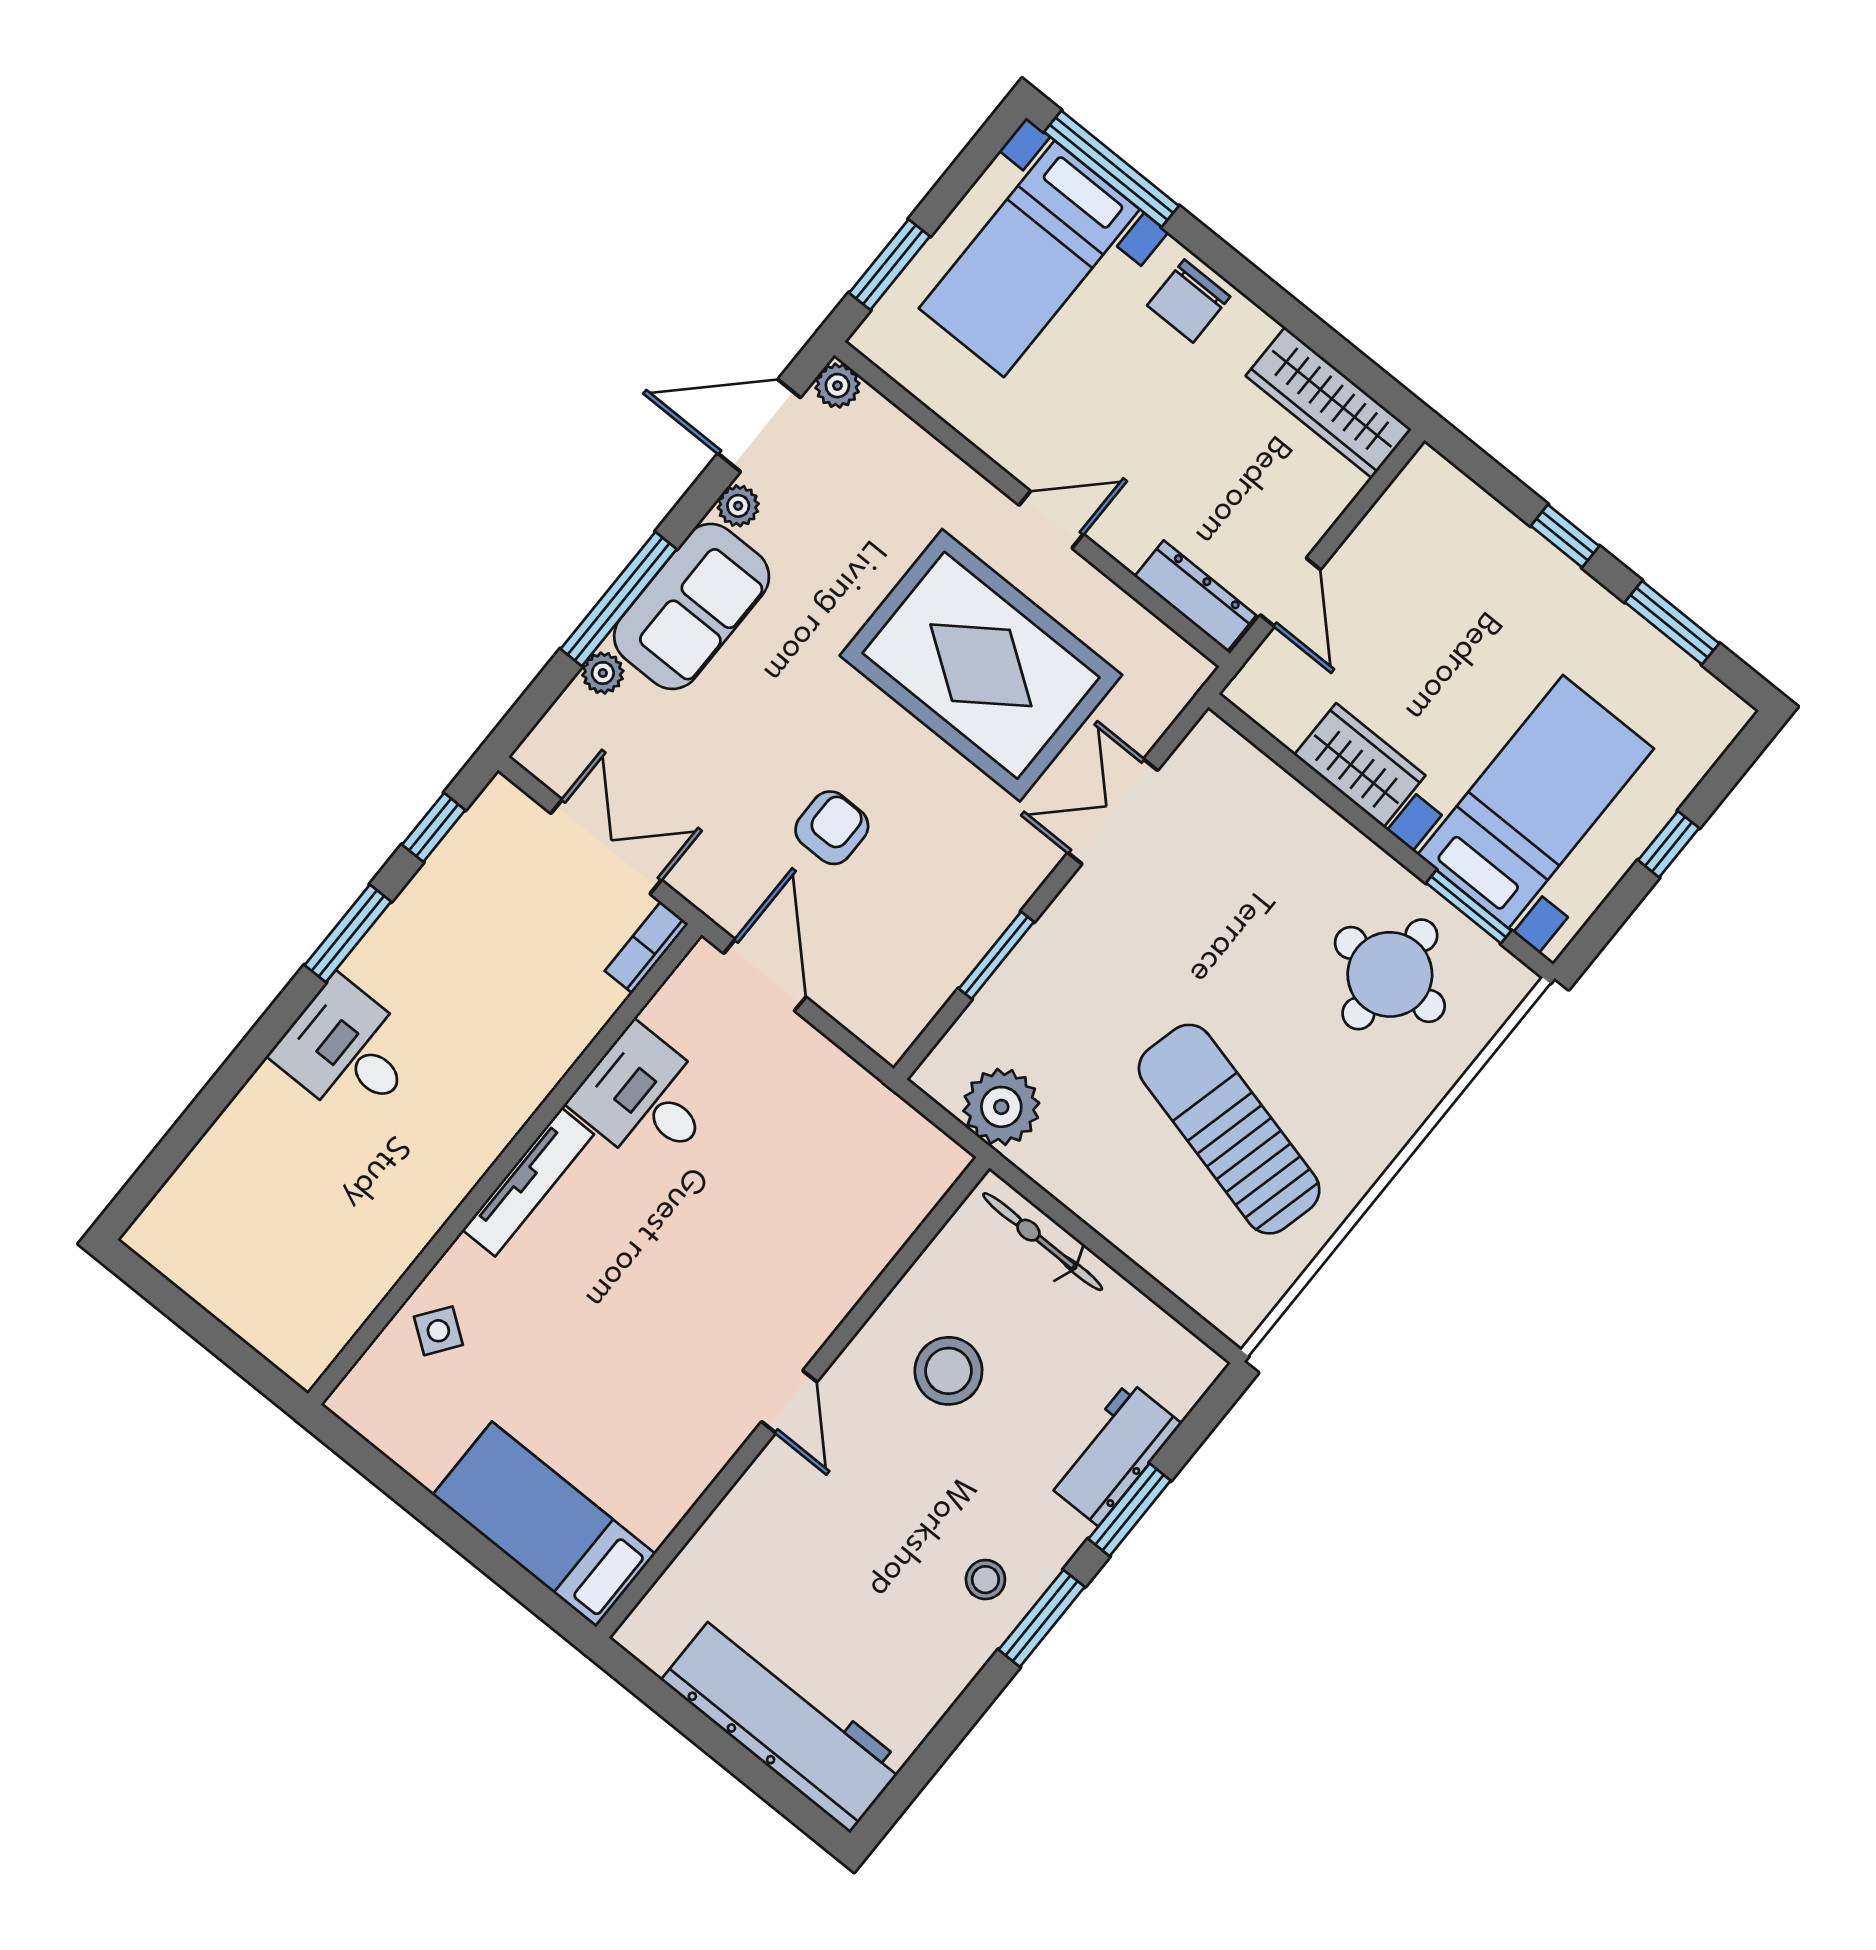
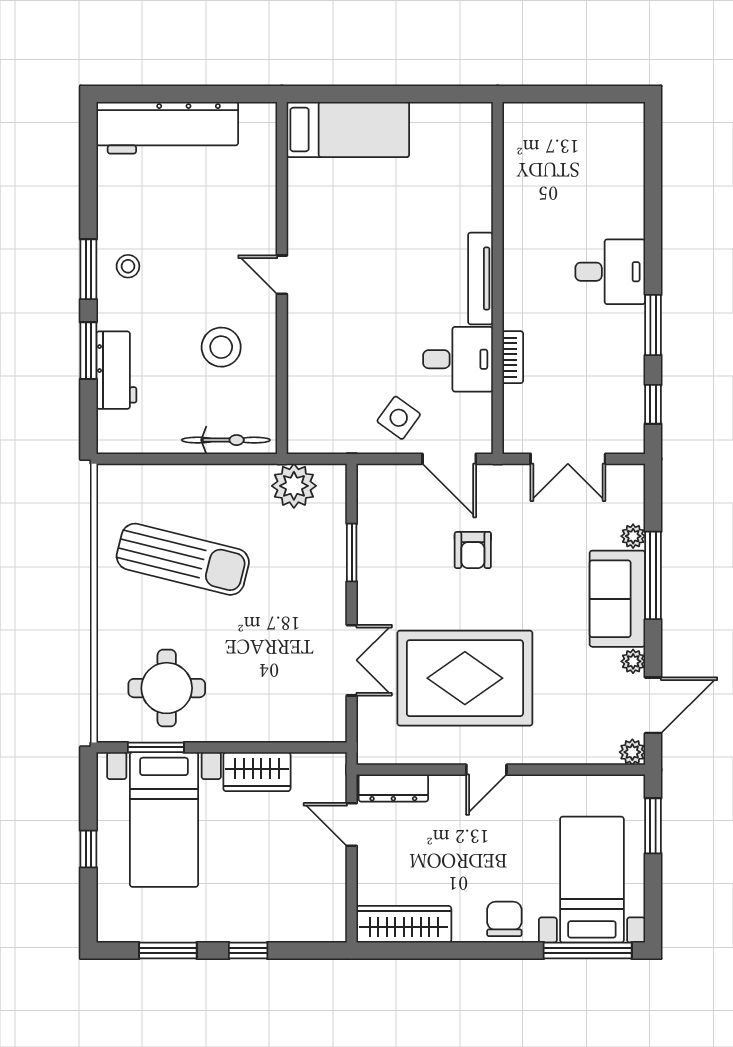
bookcase: (647, 947) -> (513, 357), moved
side table: (438, 1331) -> (399, 418), moved, width x1.37, depth x1.37

